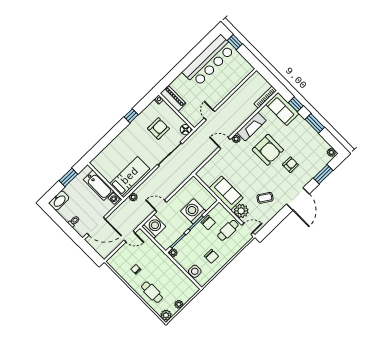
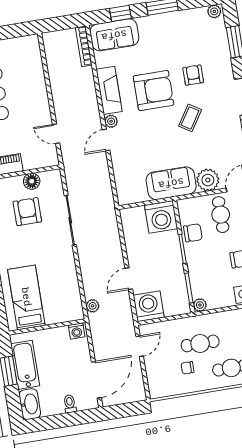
floor lamp: (186, 130) -> (32, 181), moved
bed: (130, 176) -> (26, 297), moved
bathtub: (98, 185) -> (25, 365), moved, turned -90
coffee table: (265, 198) -> (190, 118), moved
washing machine: (193, 211) -> (161, 217), moved, turned -90
cafe table: (153, 267) -> (200, 343), added

